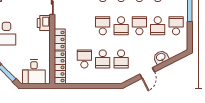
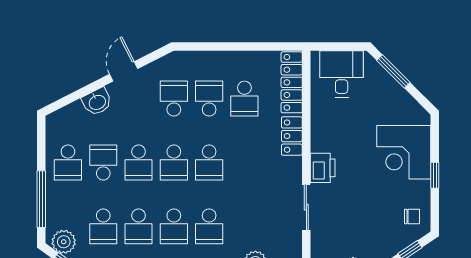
school desk: (121, 26) -> (174, 162), turned 180

